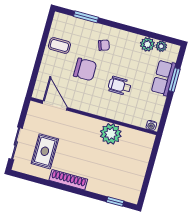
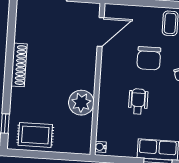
rug: (45, 151) -> (35, 135), moved

